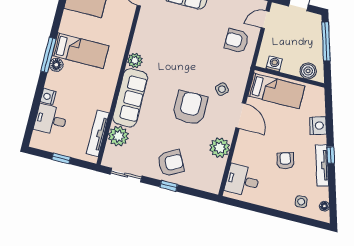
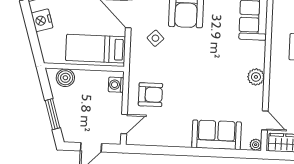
window: (326, 41) -> (53, 114), width x0.69
plant: (135, 60) -> (256, 77), moved
washing machine: (274, 64) -> (116, 85), moved, turned 90

